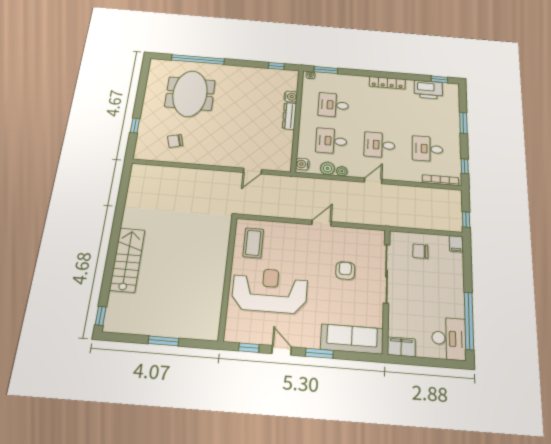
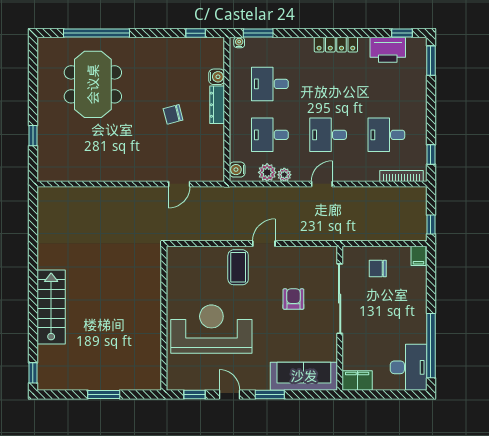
window: (463, 123) -> (431, 61), moved
chair: (175, 141) -> (173, 114), moved
coffee table: (253, 243) -> (238, 267), moved

